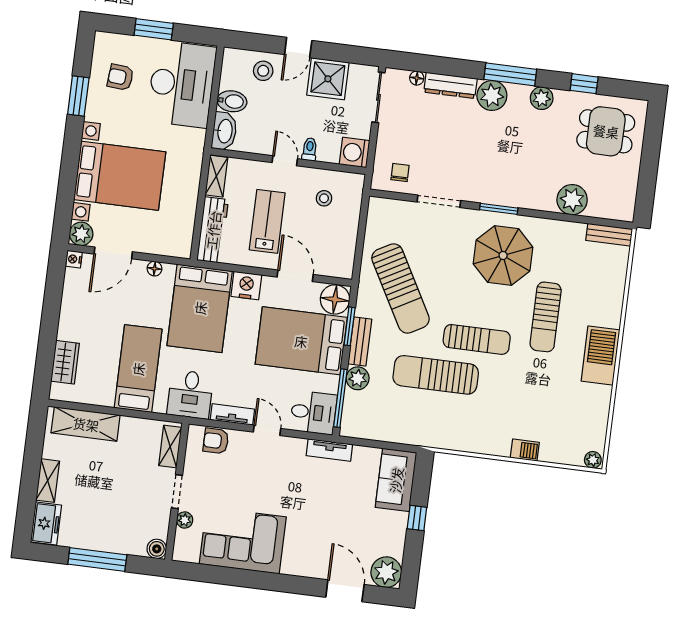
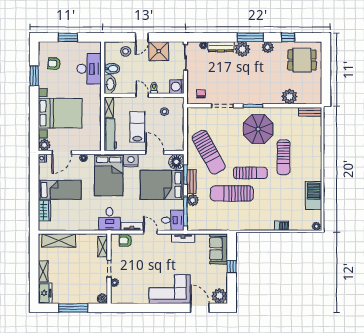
desk: (182, 84) -> (89, 69), width x0.73, depth x0.77
barbecue: (600, 355) -> (314, 195), moved
bed: (138, 369) -> (60, 190), moved, turned 90
corner sofa: (243, 540) -> (170, 289), moved

